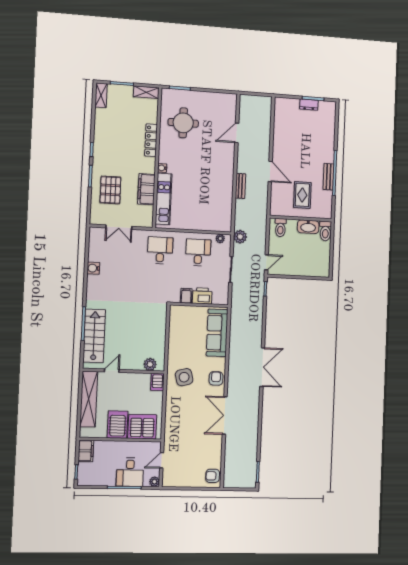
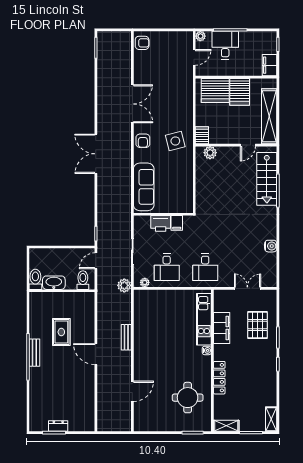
wall: (301, 218) -> (62, 291), moved
washbasin: (308, 227) -> (54, 283), moved
toilet: (280, 228) -> (83, 280), moved
toilet: (325, 231) -> (35, 279), moved

